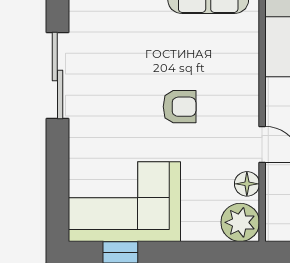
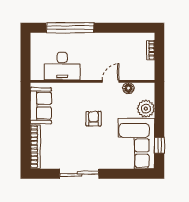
plant: (240, 222) -> (146, 109), moved

